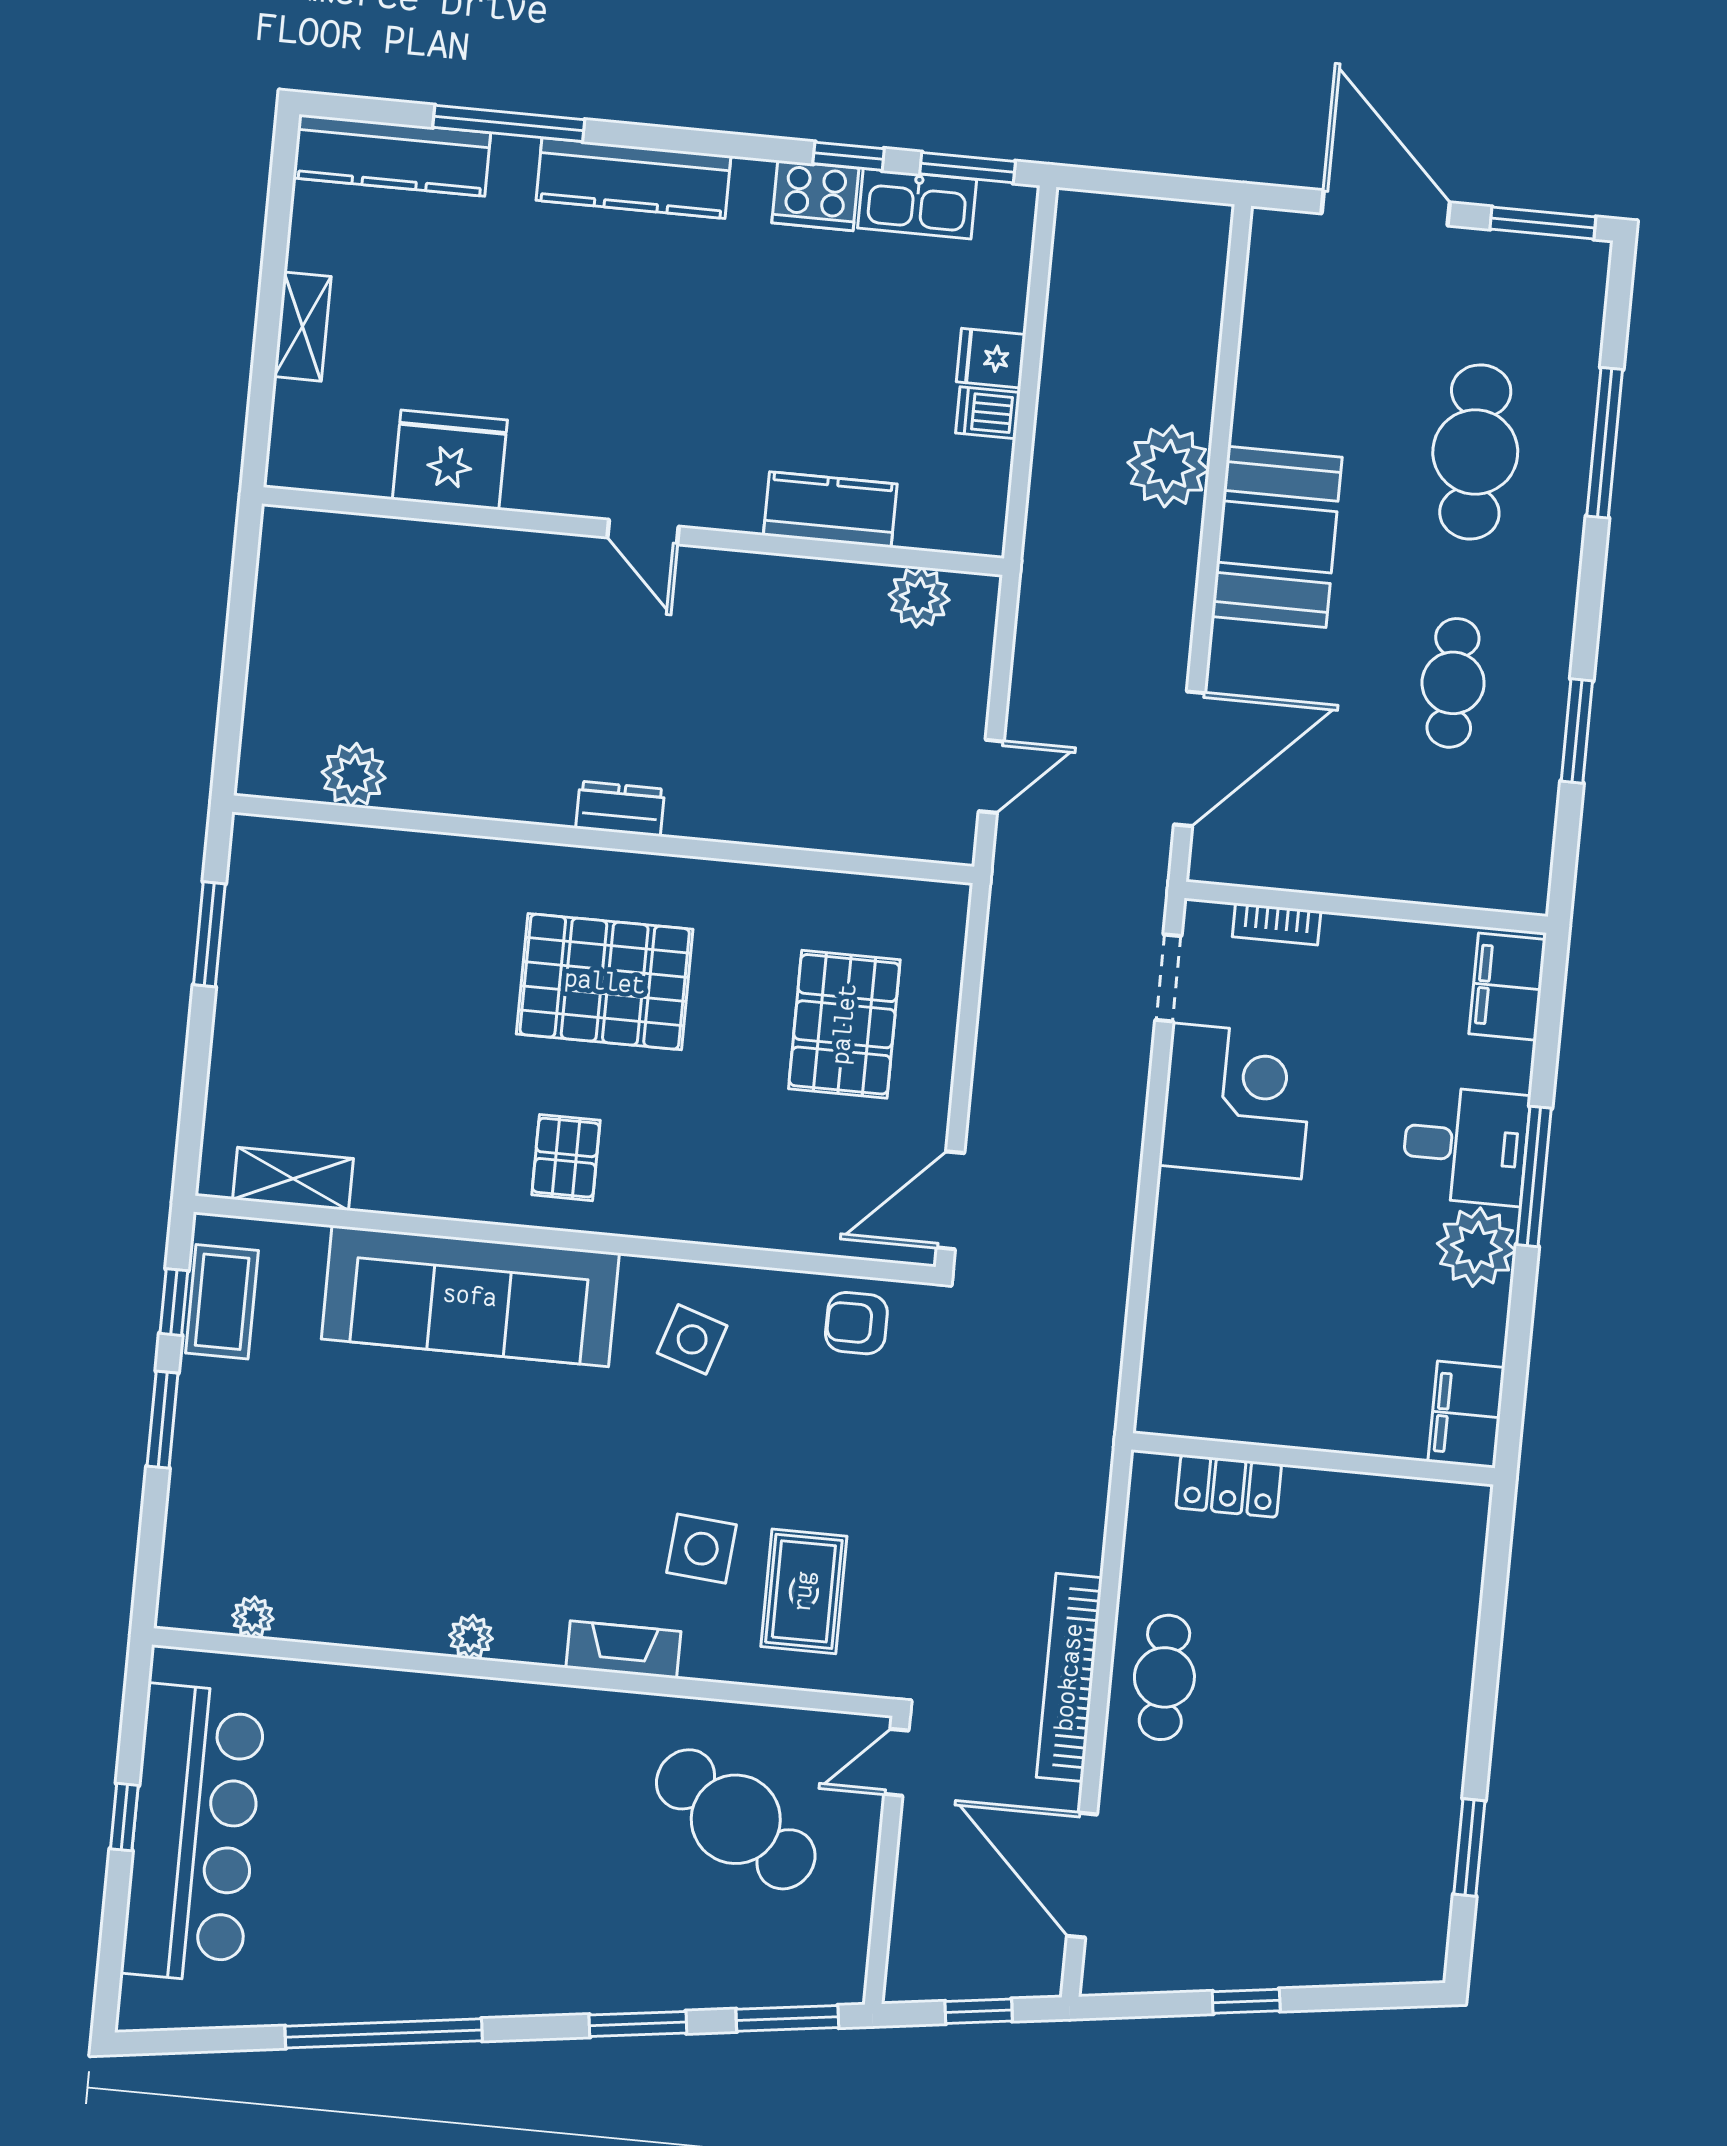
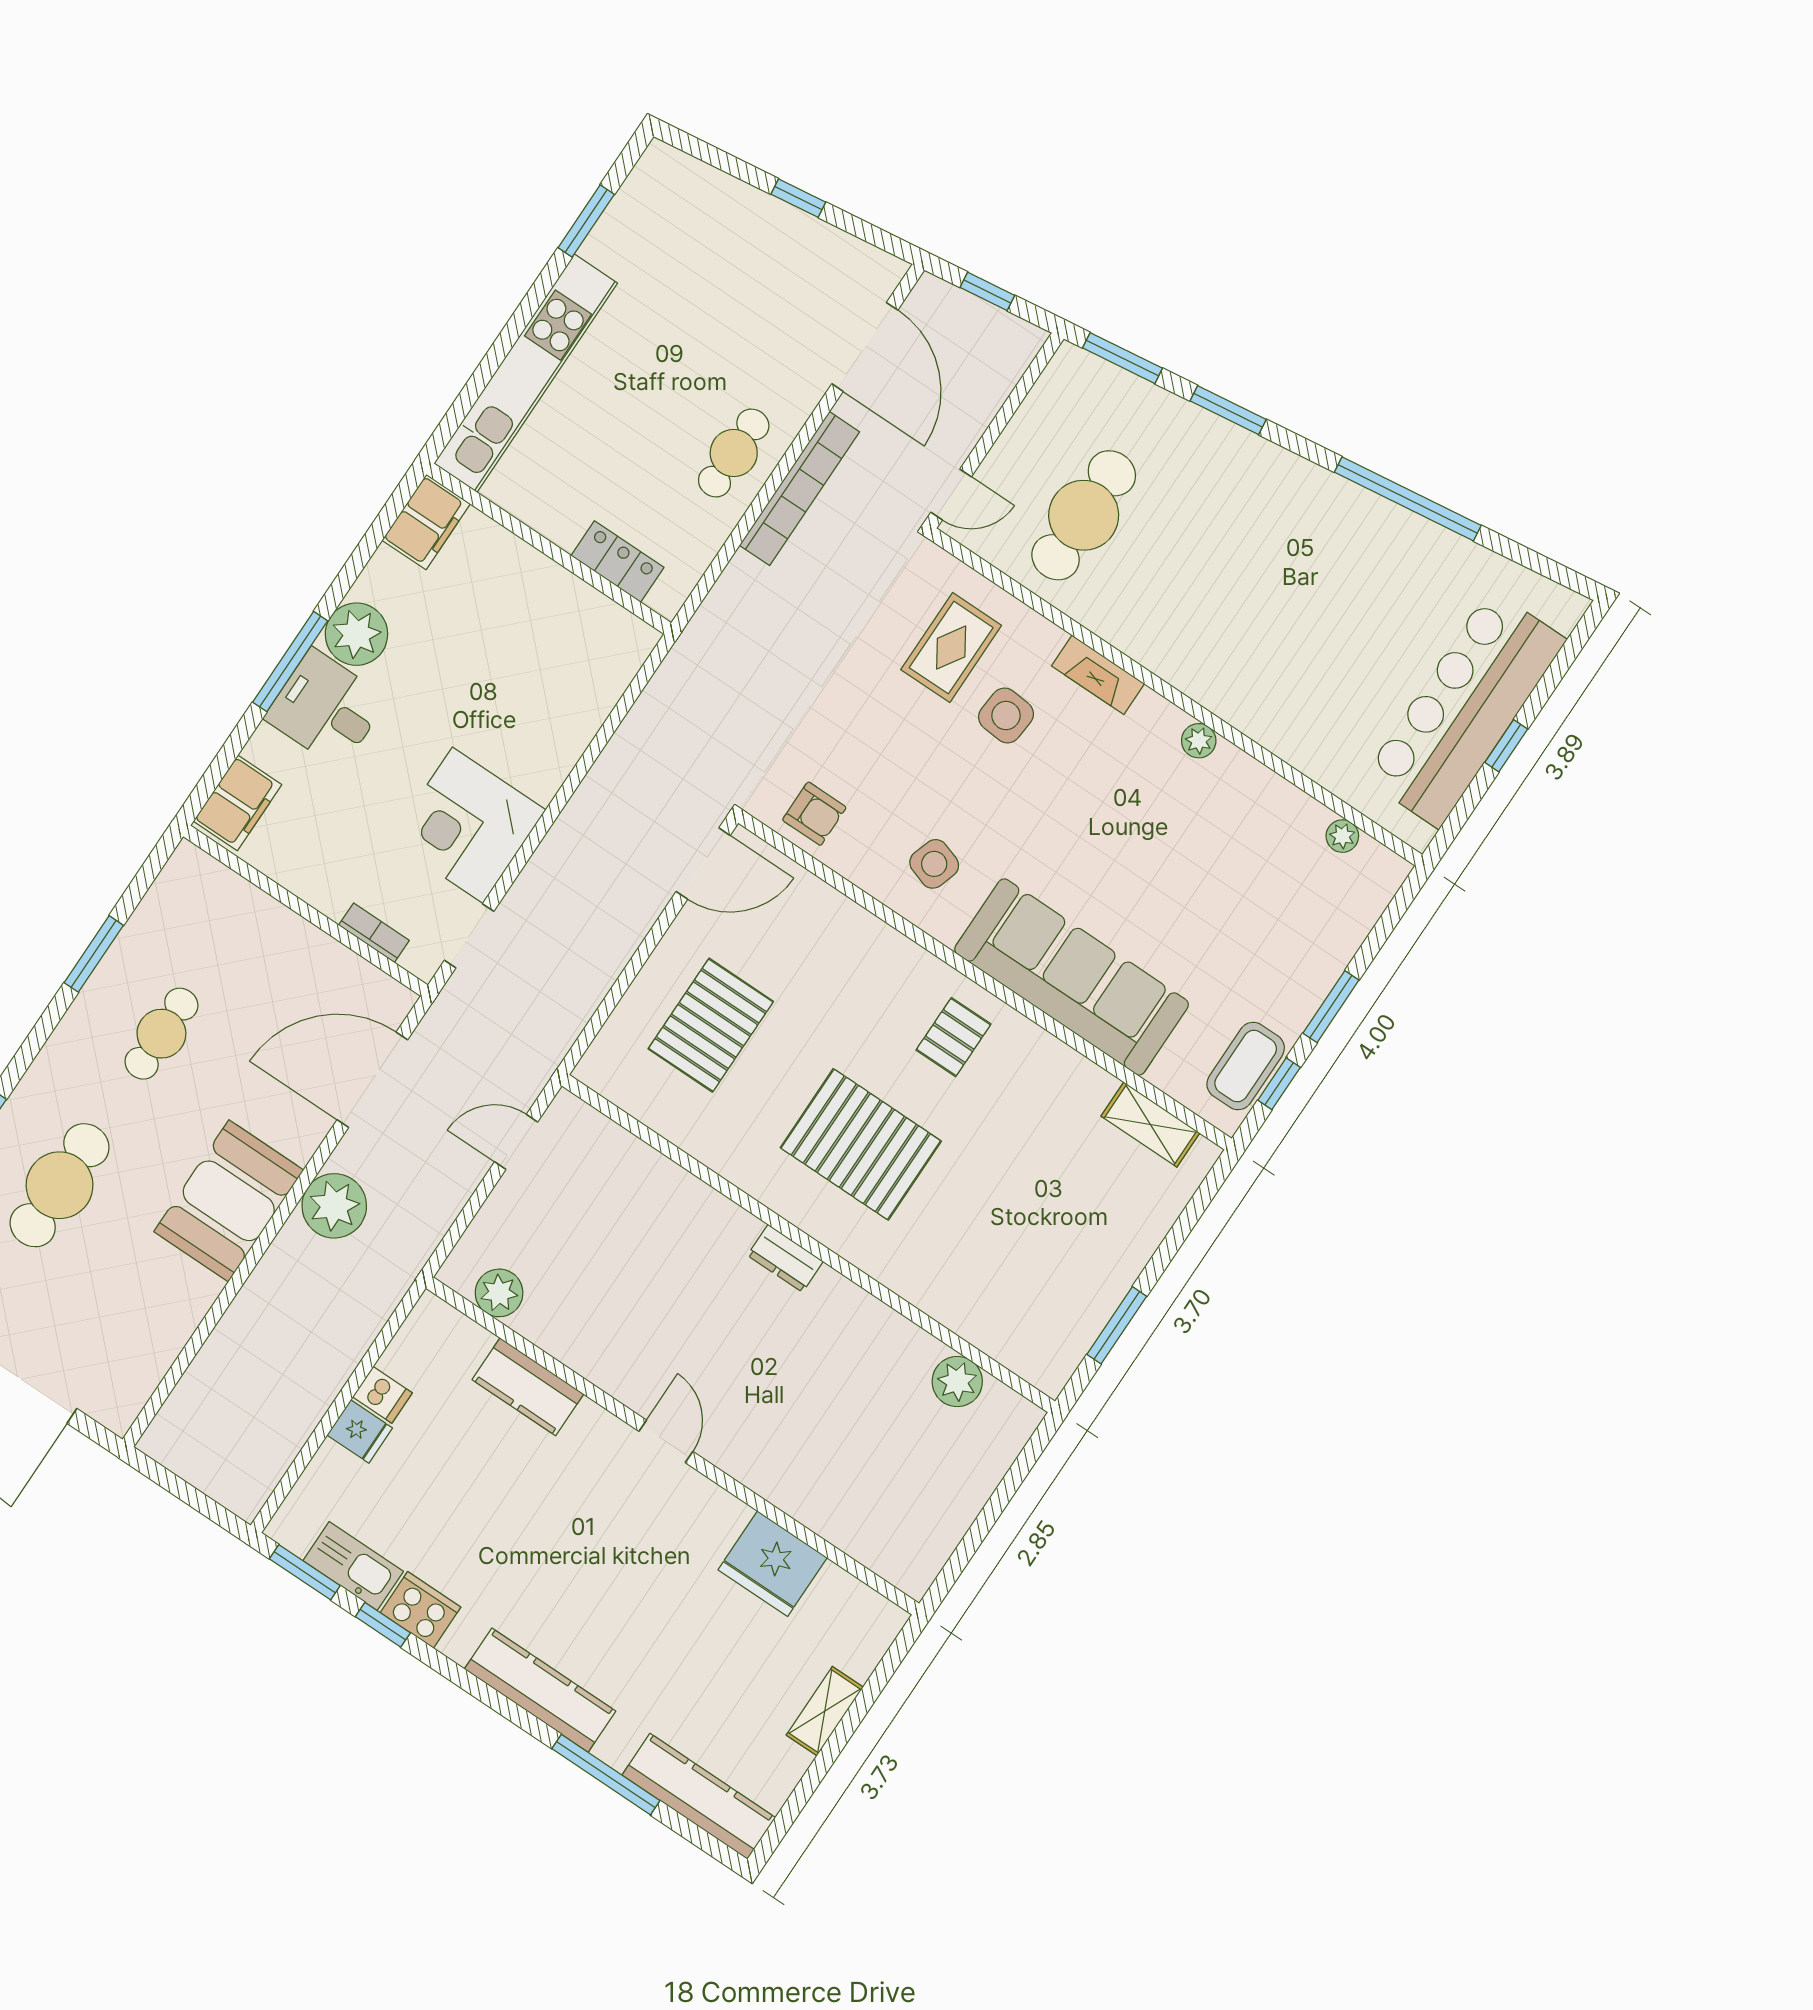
plant: (1168, 466) -> (334, 1206), moved
kitchen unit: (1445, 1641) -> (526, 373), added
cafe table: (736, 1819) -> (1084, 515), turned 57

